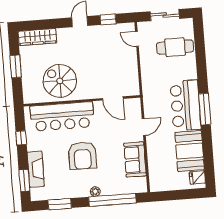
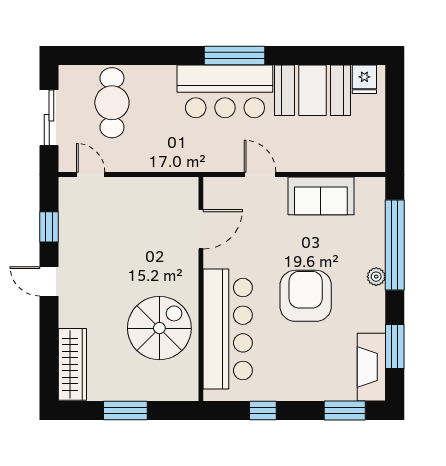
door: (137, 39) -> (91, 175), swing flipped
spiral stairs: (60, 81) -> (159, 328), turned 180
armchair: (82, 156) -> (306, 296), turned -90
fireplace: (36, 169) -> (371, 367), moved, turned -90

